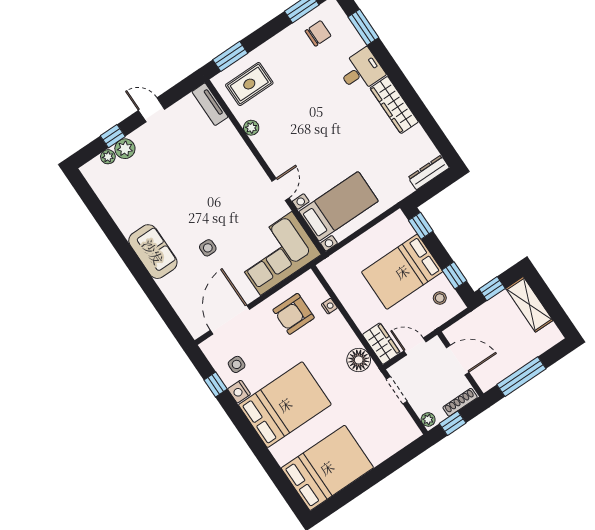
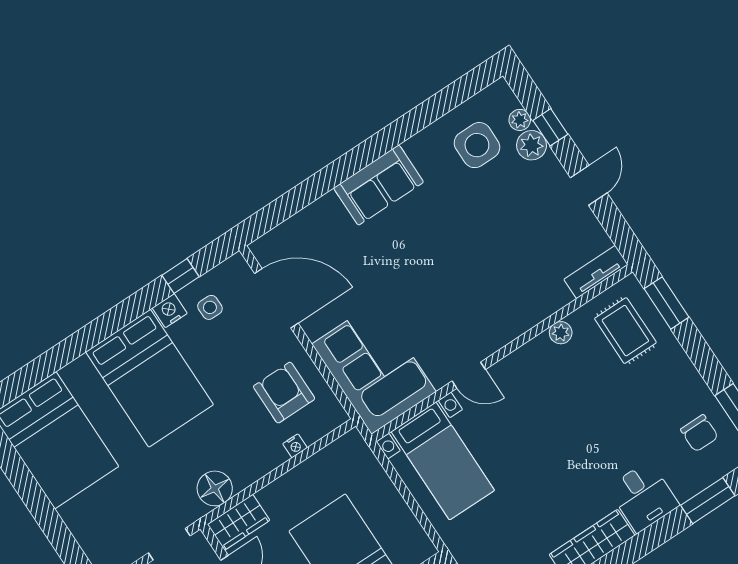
side table: (208, 248) -> (477, 145), moved, width x1.87, depth x1.87

